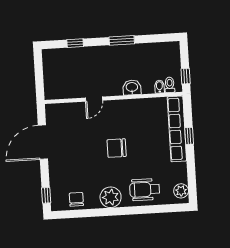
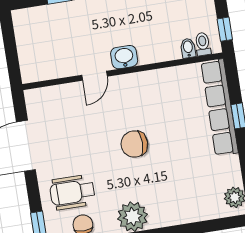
washbasin: (132, 87) -> (124, 57), moved
wheelchair: (145, 190) -> (72, 192), moved

